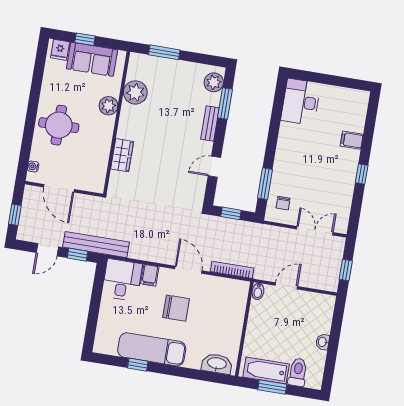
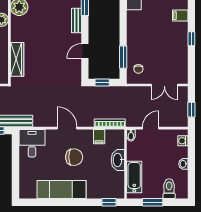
wardrobe: (122, 155) -> (17, 59), width x1.50
double door: (315, 231) -> (164, 85), swing flipped
door: (188, 270) -> (67, 128), moved
filing cabinet: (150, 275) -> (99, 137), moved
washing machine: (327, 310) -> (183, 141), added
washbasin: (217, 364) -> (118, 160), moved, turned -90
window: (138, 365) -> (109, 202), moved
bathtub: (266, 371) -> (134, 177), moved, turned 90

